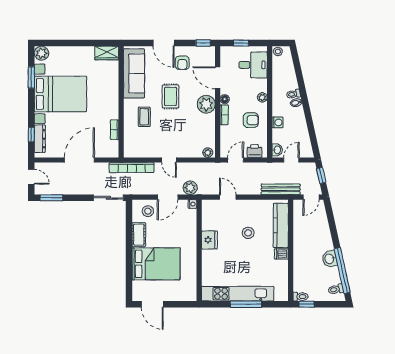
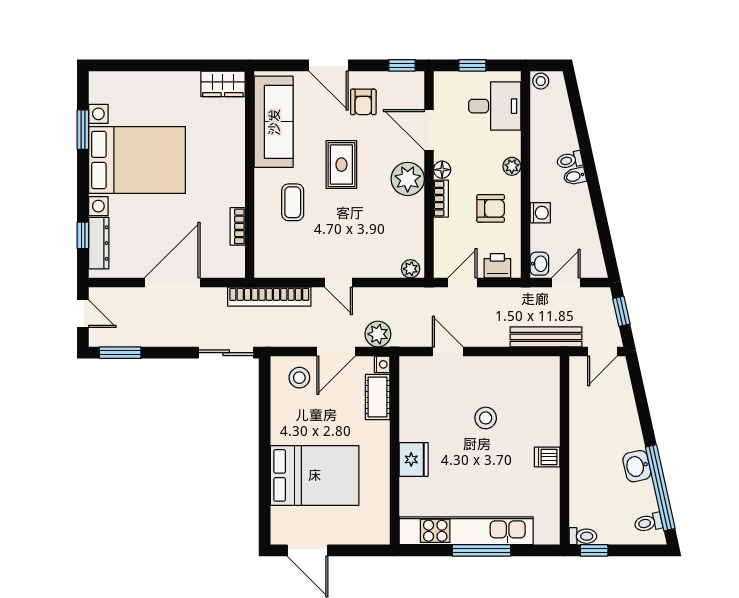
plant: (42, 53) -> (102, 84), removed
kitchen counter: (281, 225) -> (546, 404), removed
cot: (139, 235) -> (378, 397), moved
fridge: (209, 240) -> (414, 459), moved

